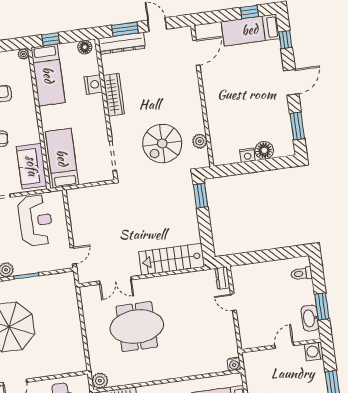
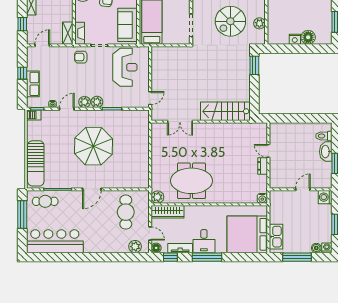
dresser: (222, 278) -> (263, 166), moved
washbasin: (310, 318) -> (326, 152), moved
meeting table: (137, 327) -> (191, 181), moved

